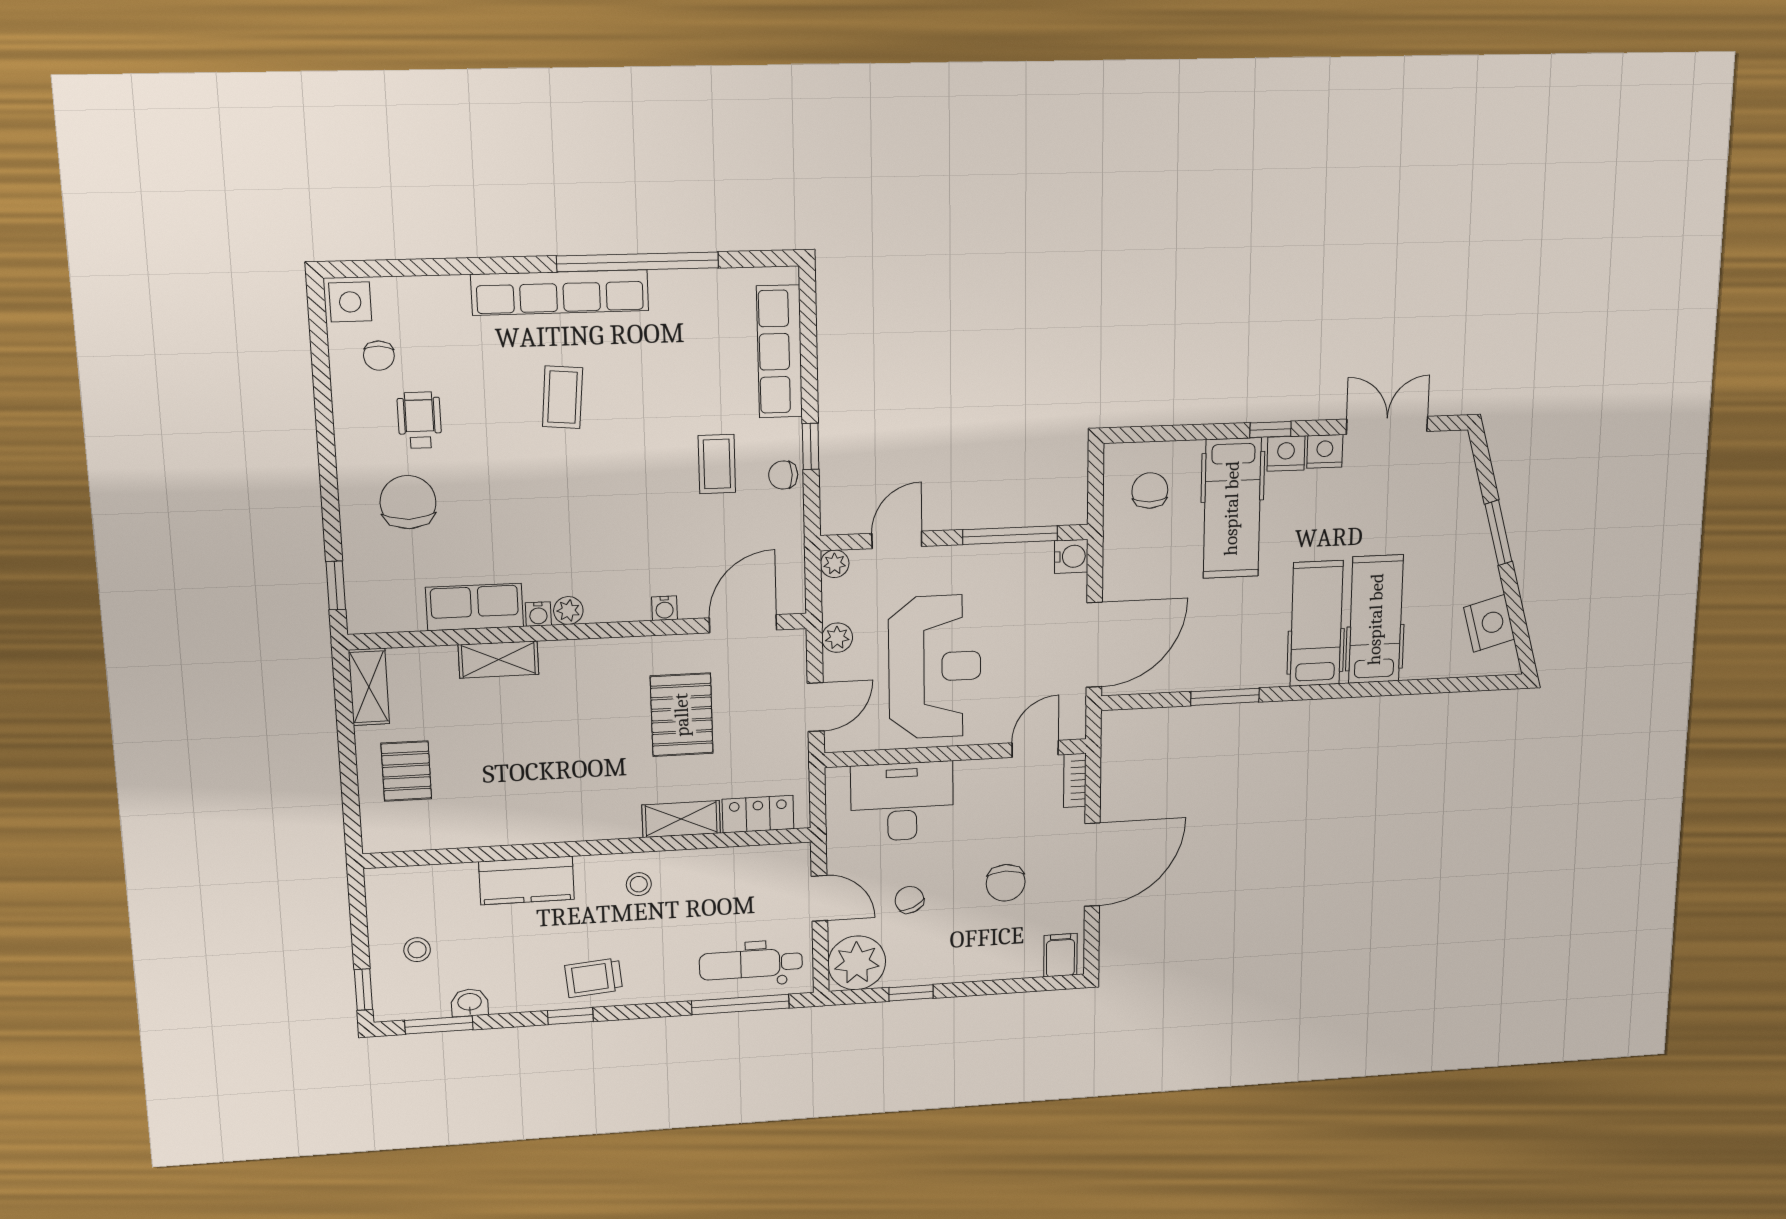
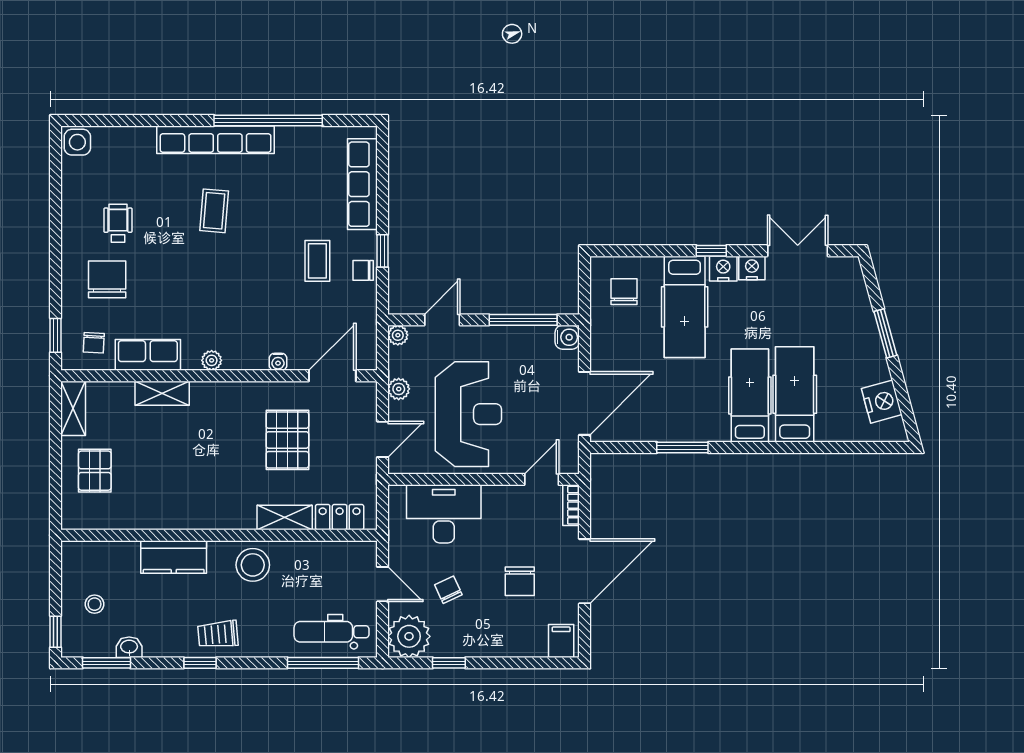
chair: (379, 356) -> (94, 343), moved
water cooler: (538, 614) -> (191, 362), removed
stool: (639, 884) -> (253, 565), width x1.89, depth x1.89

